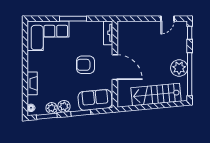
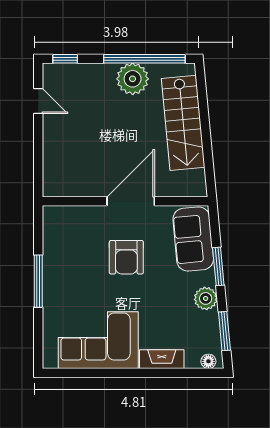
tv unit: (108, 33) -> (65, 214), removed
corner sofa: (48, 36) -> (98, 340), moved, turned -90
plant: (52, 108) -> (209, 322), removed

